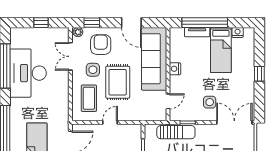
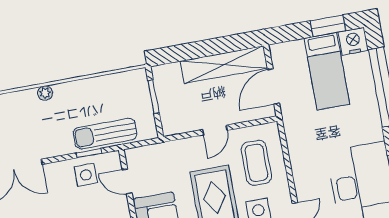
door: (168, 101) -> (127, 181), hinge flipped
side table: (210, 102) -> (86, 175), moved

